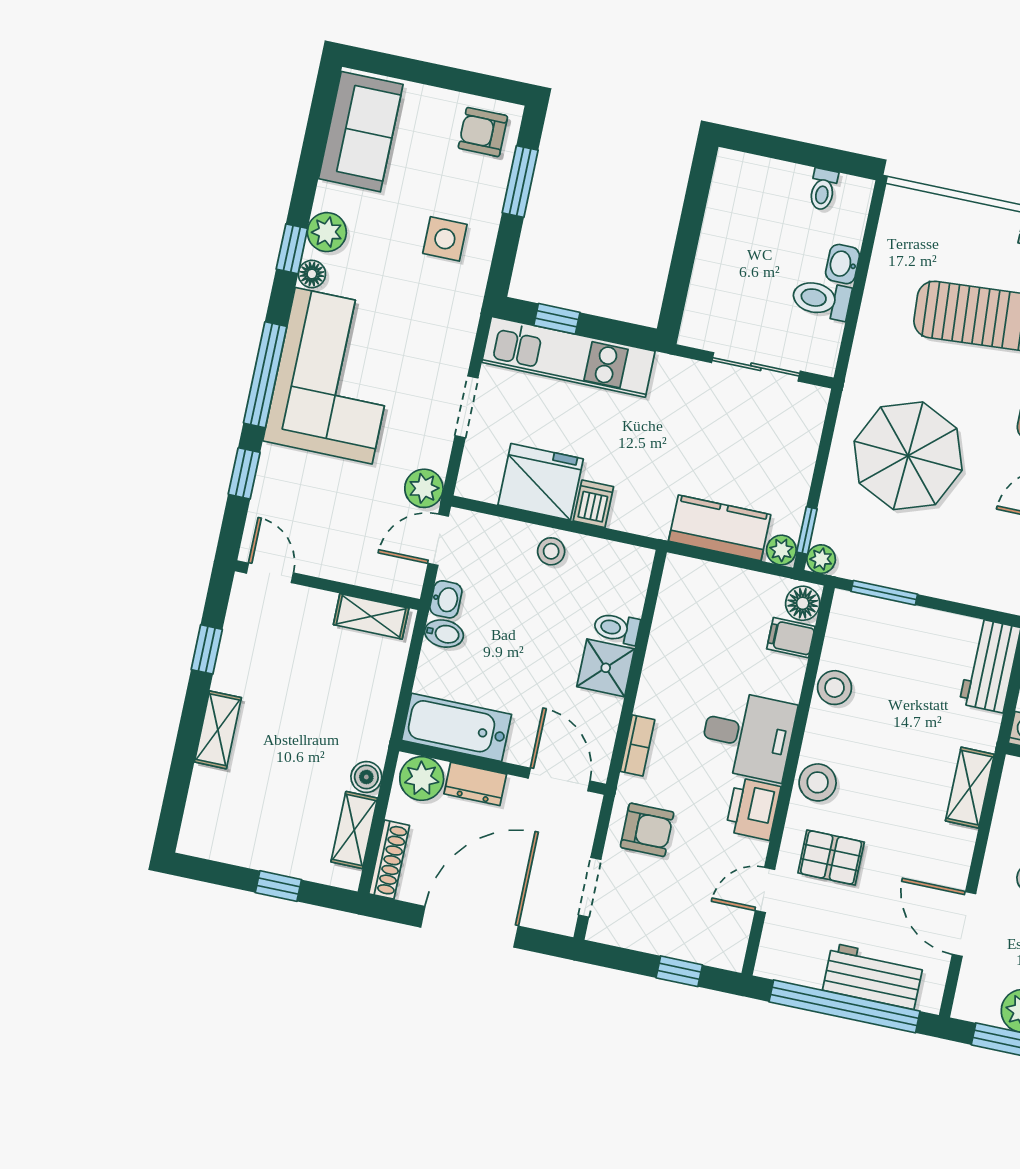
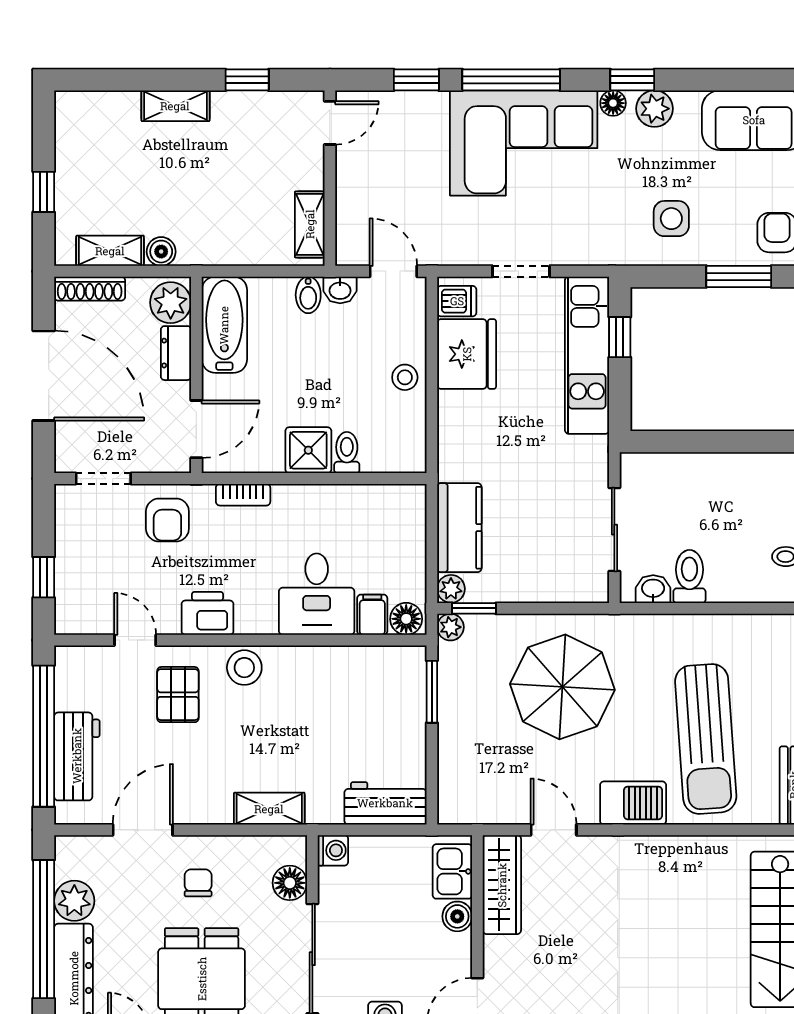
washbasin: (843, 264) -> (653, 589), moved
plant: (424, 488) -> (438, 248), removed
dishwasher: (593, 504) -> (457, 301), moved
stool: (835, 688) -> (335, 665), removed
desk: (748, 735) -> (317, 594), moved

